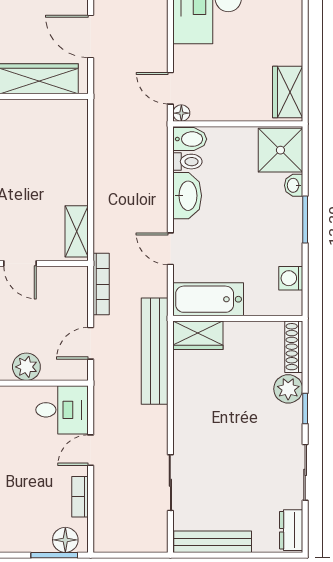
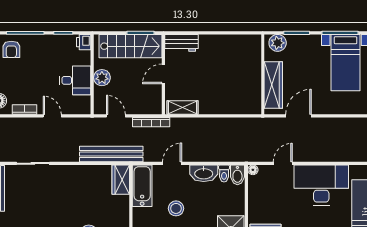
door: (170, 88) -> (283, 163), moved
stool: (246, 242) -> (176, 208), added
desk: (62, 410) -> (75, 80), moved, turned -90

